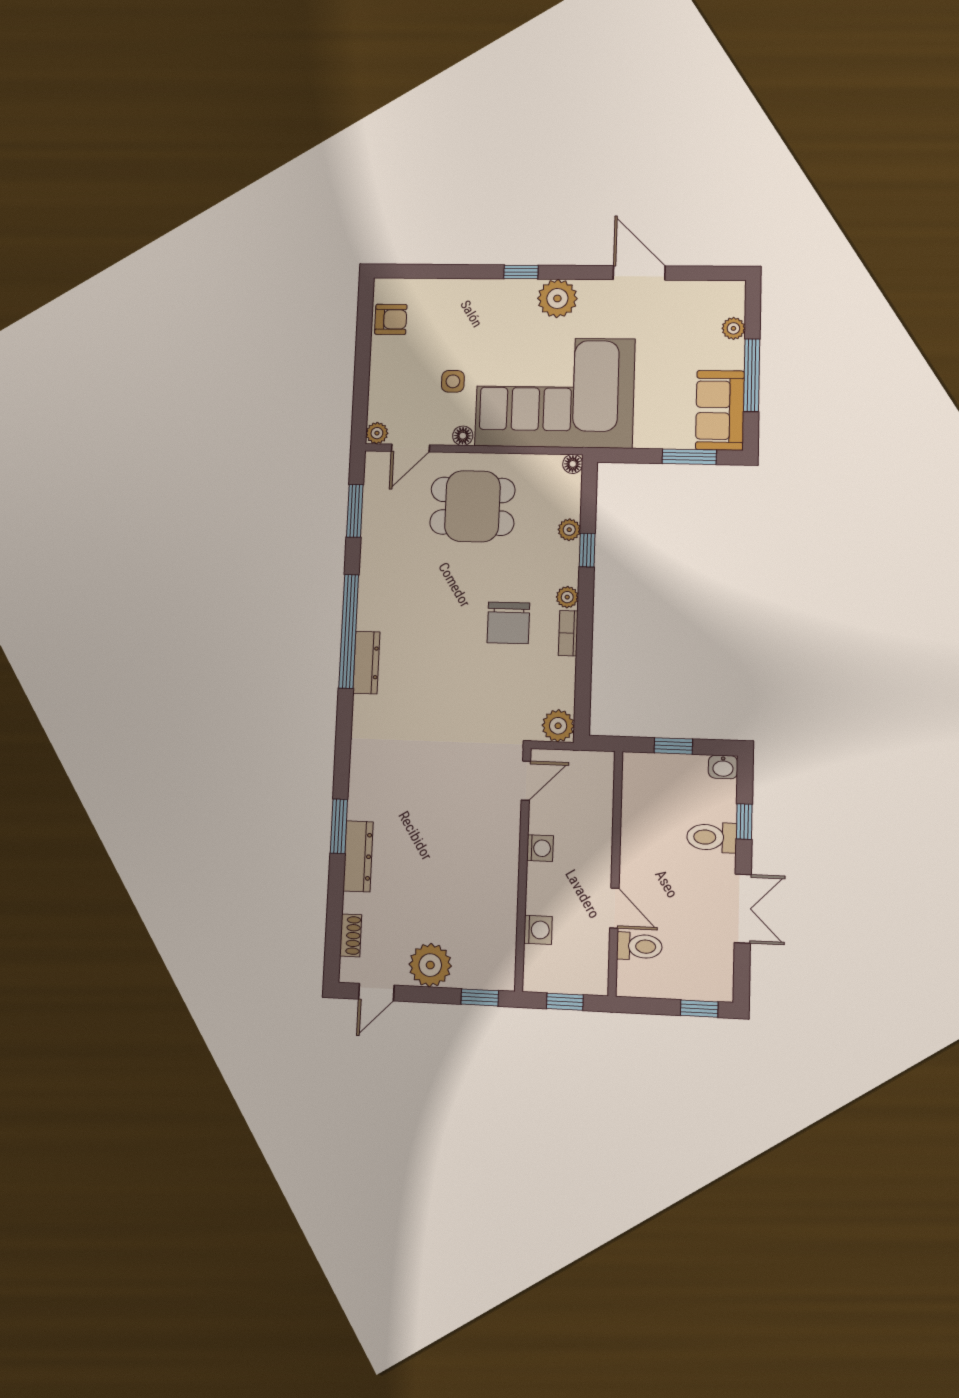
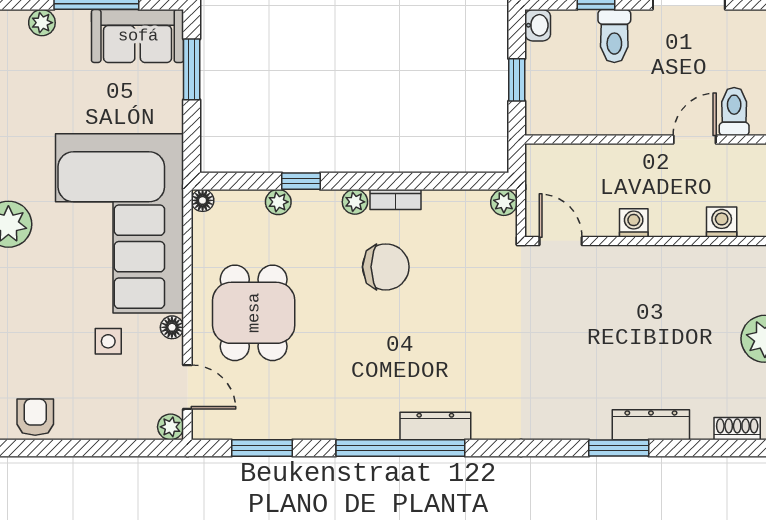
plant: (558, 726) -> (504, 202), width x0.73, depth x0.73

